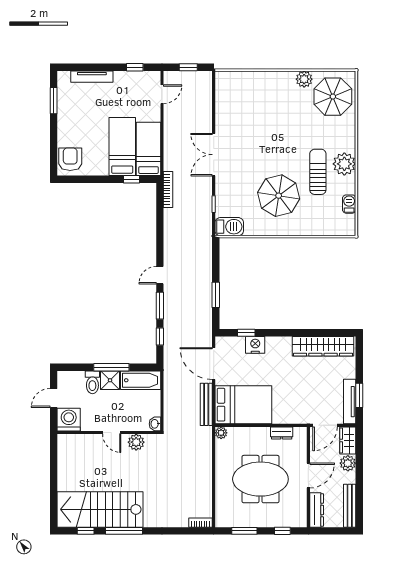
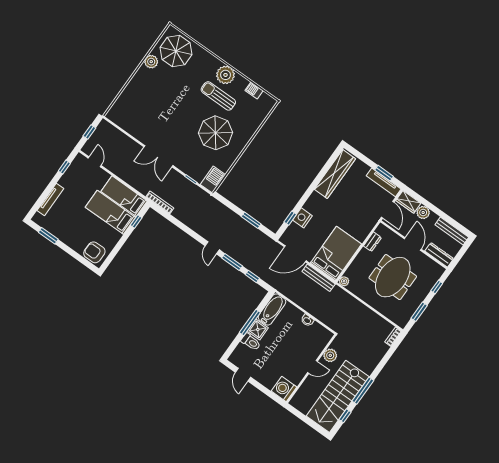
washing machine: (69, 420) -> (284, 389), moved
wall: (109, 433) -> (311, 369), moved
door: (112, 433) -> (313, 367), moved
plant: (136, 442) -> (330, 355), moved

